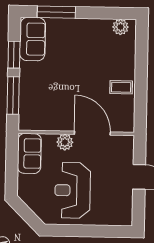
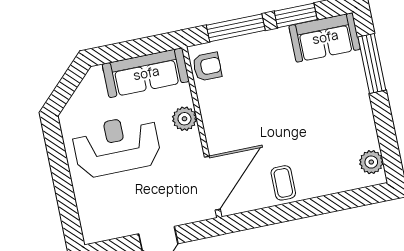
armchair: (34, 120) -> (207, 67), added
door: (92, 133) -> (212, 183), moved
sofa: (29, 153) -> (146, 73), width x1.36

